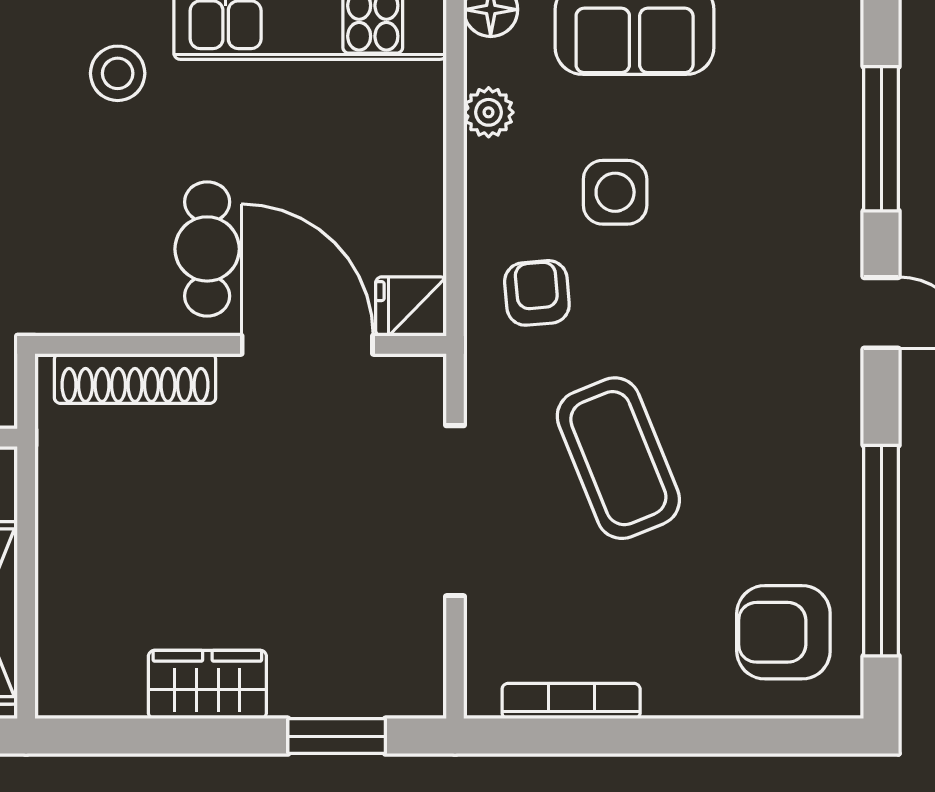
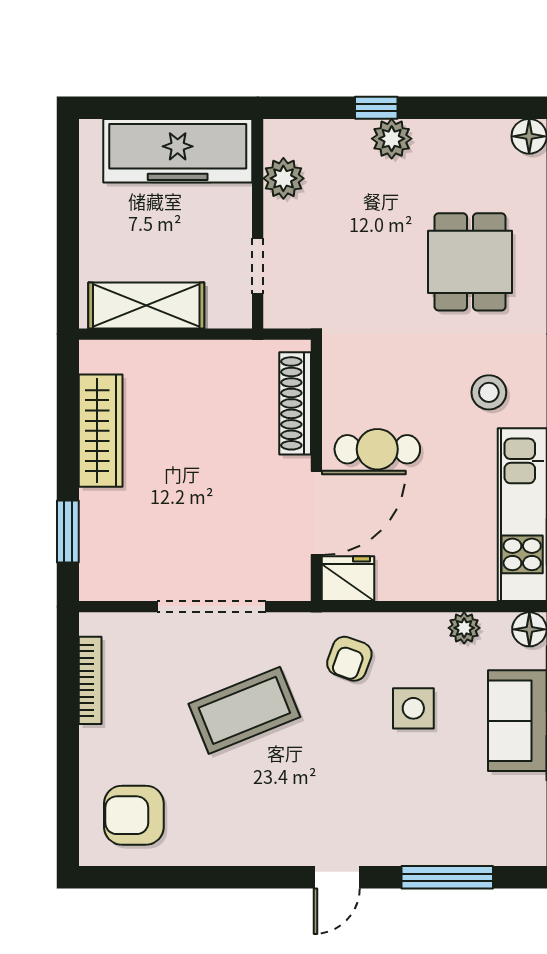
armchair: (537, 293) -> (349, 659), turned 115
fridge: (411, 306) -> (348, 579), width x1.38
window: (881, 551) -> (186, 877), removed
armchair: (783, 632) -> (134, 815), turned -90
wardrobe: (207, 684) -> (101, 431), width x1.50

